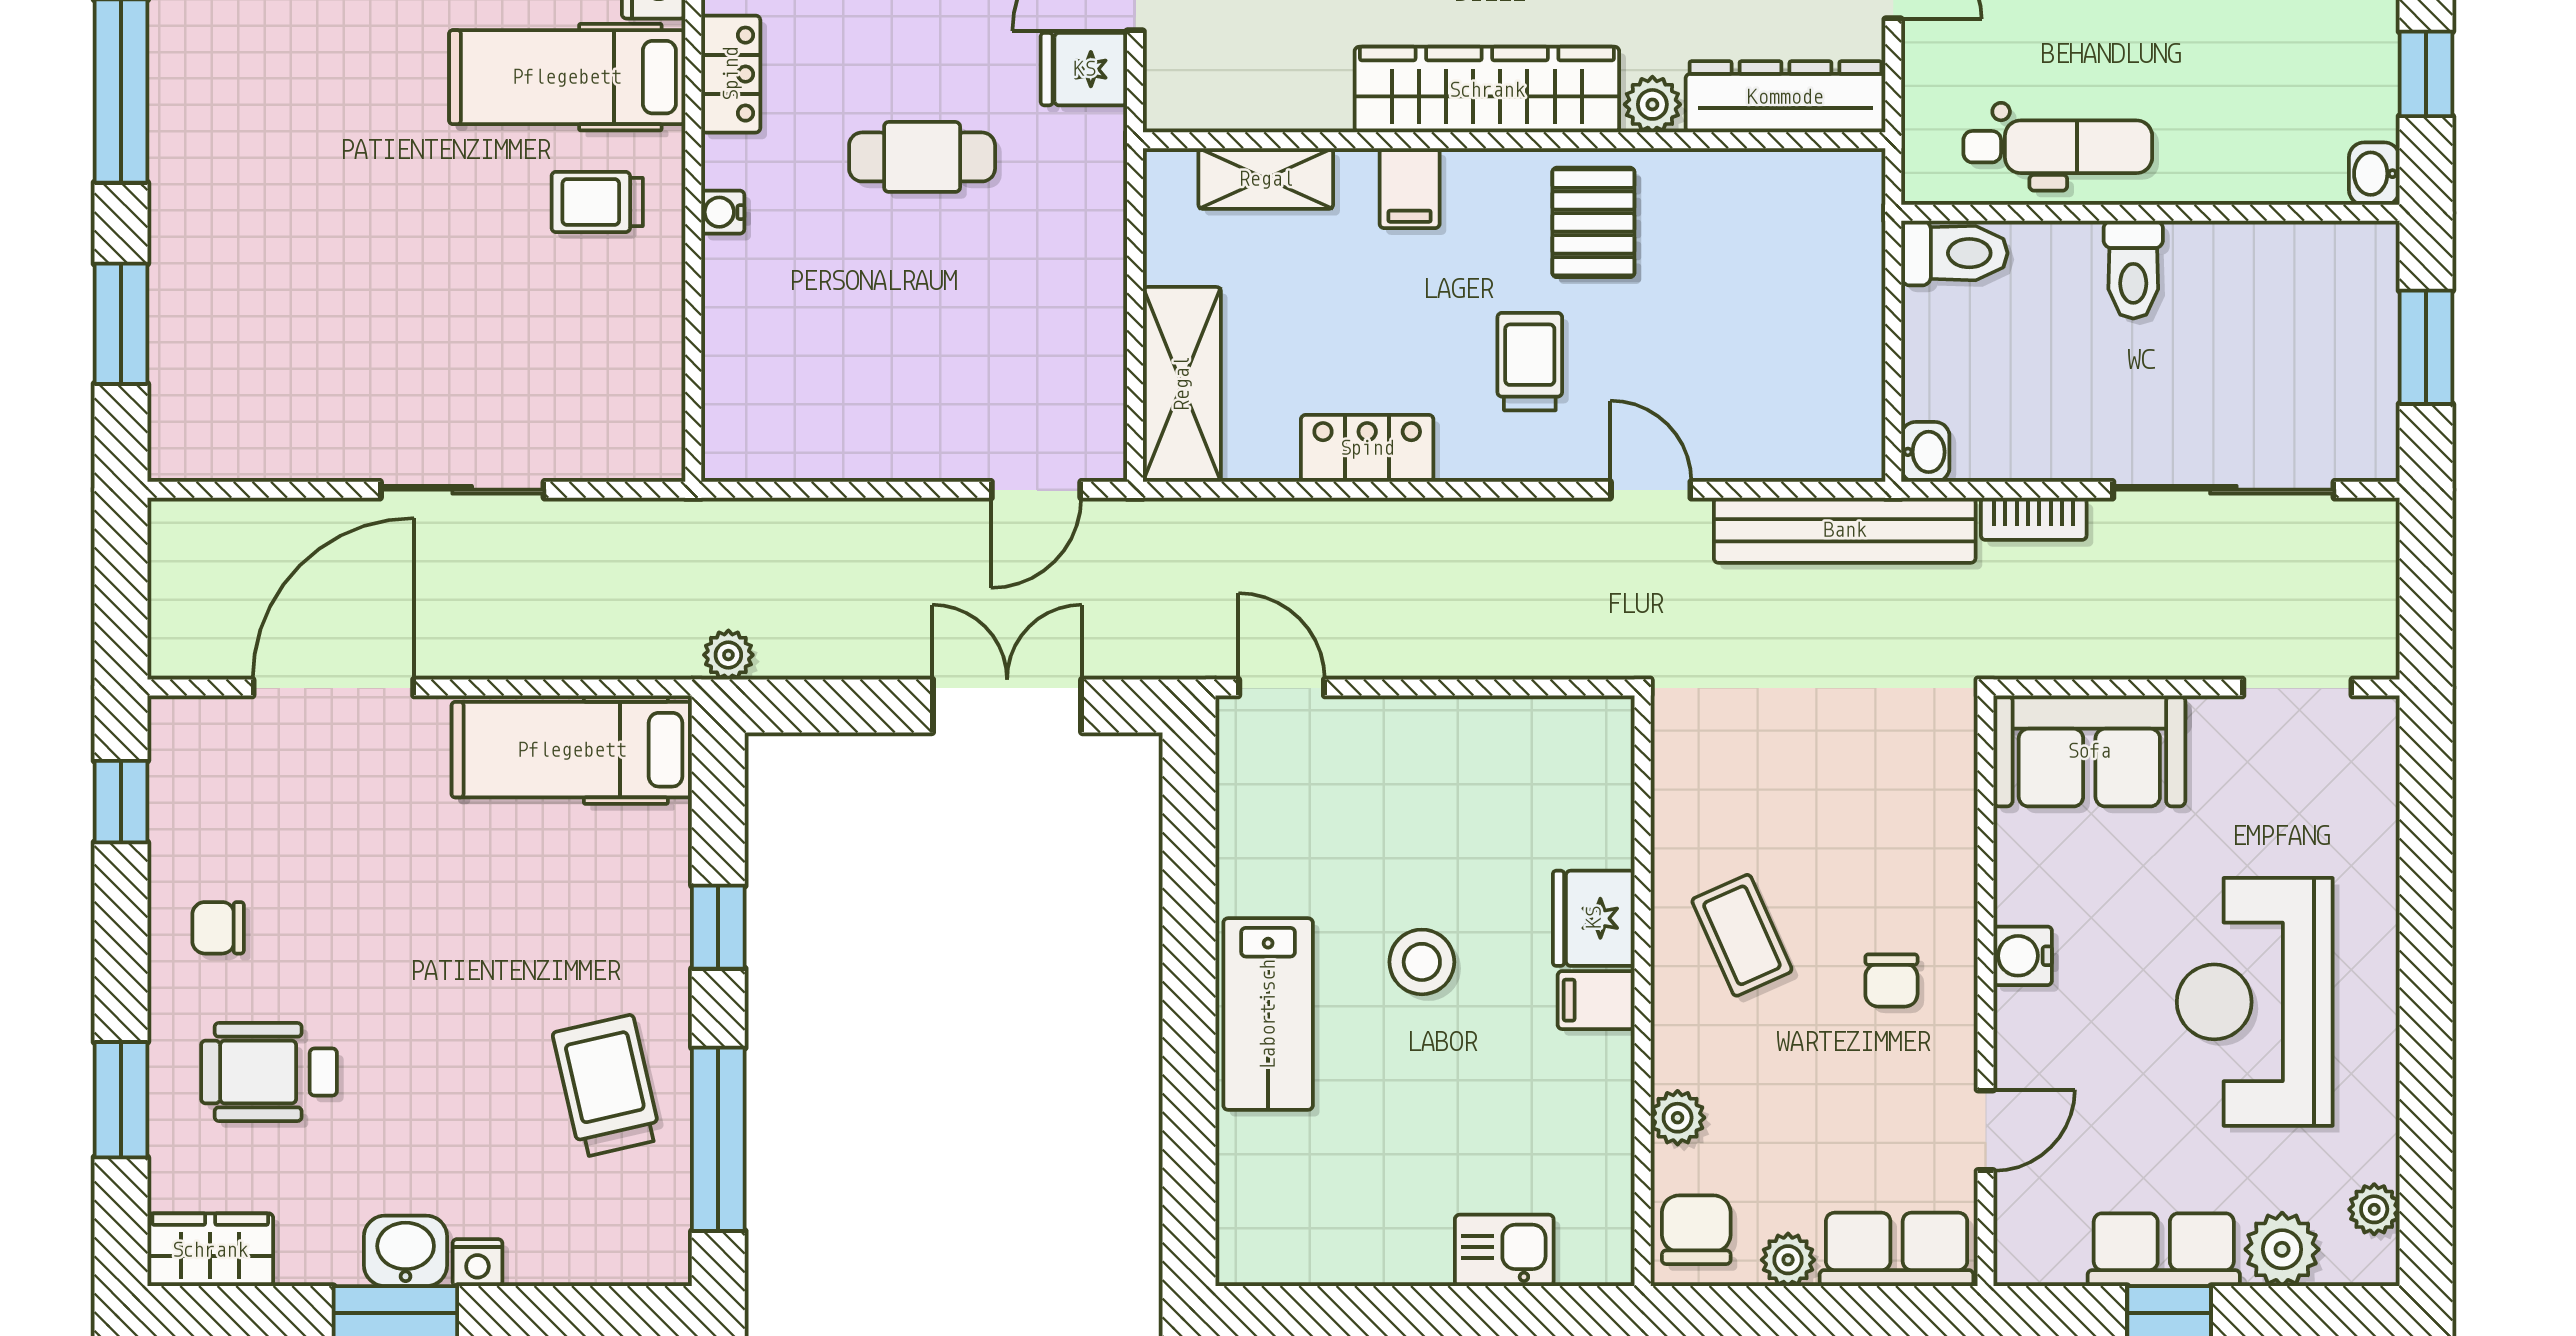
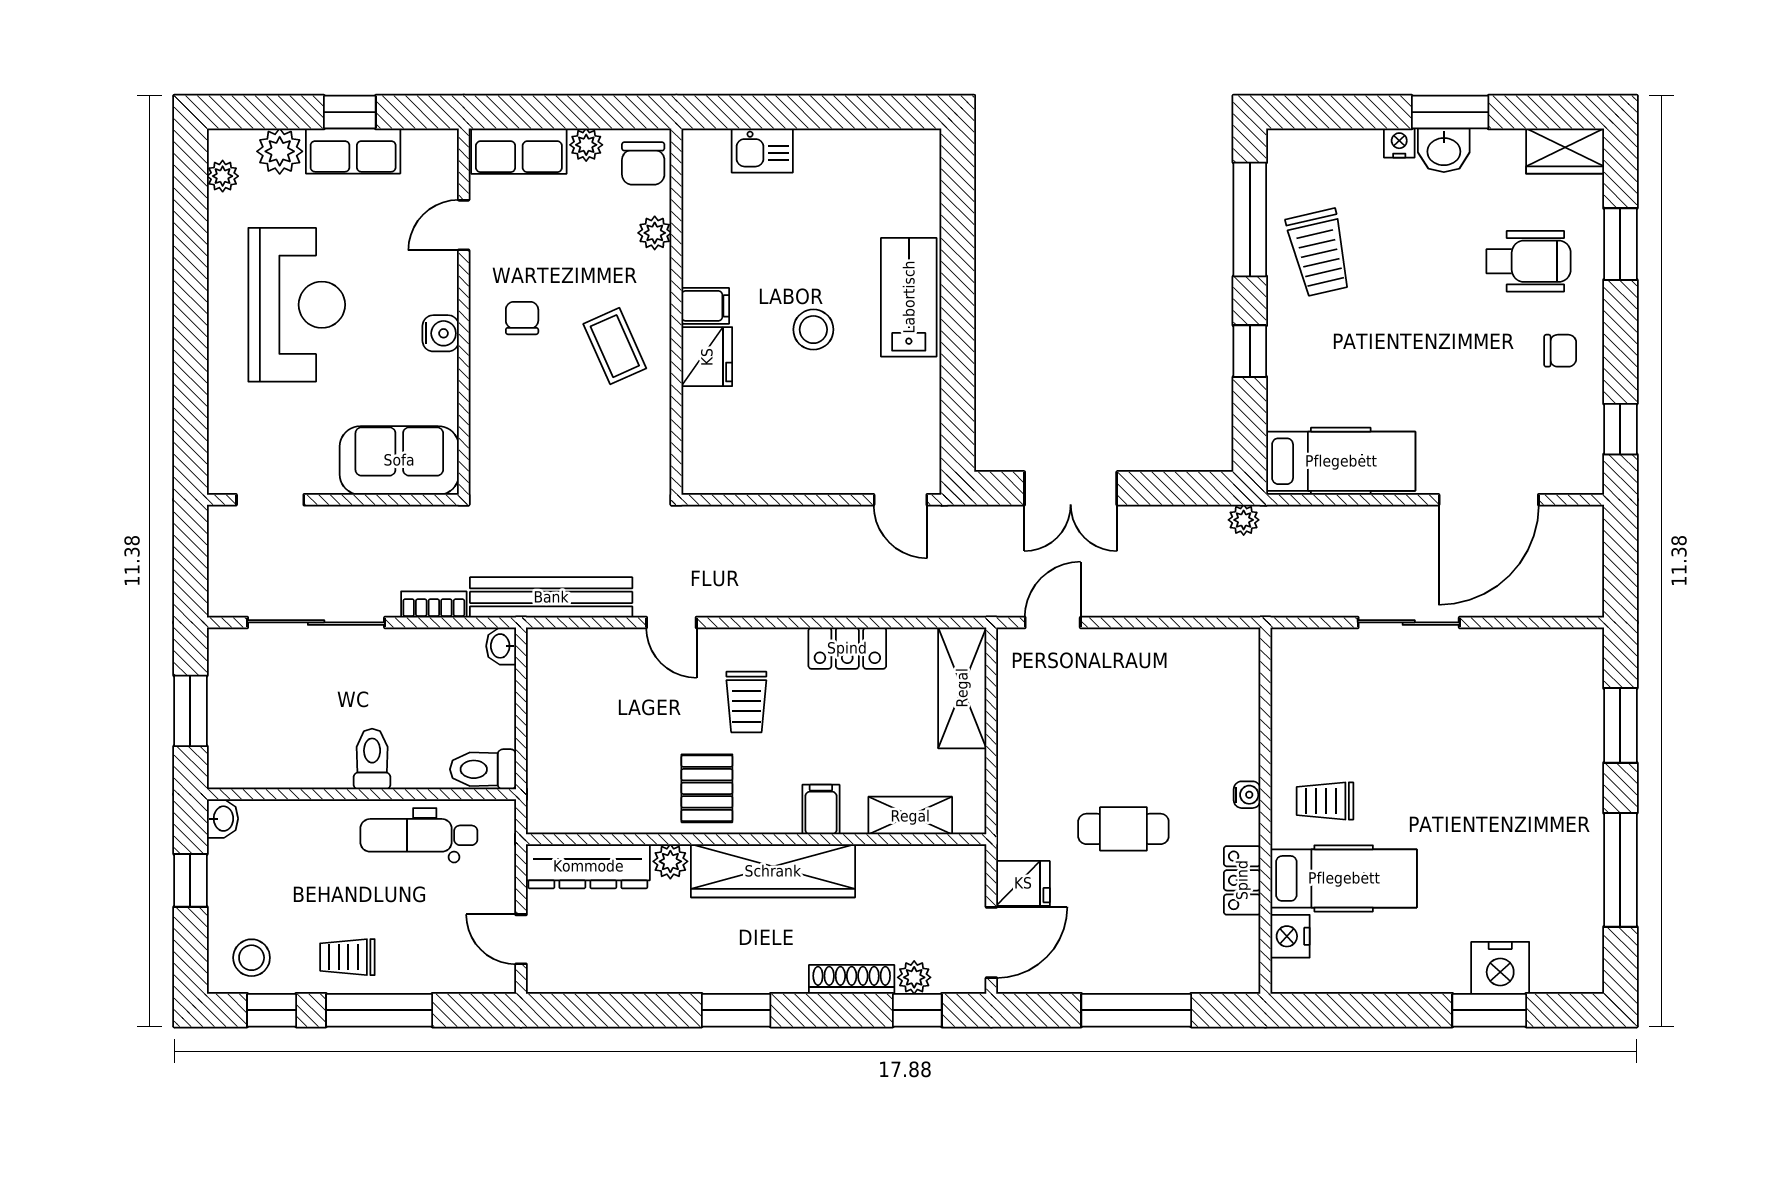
trolley: (597, 202) -> (1325, 801), turned 180

